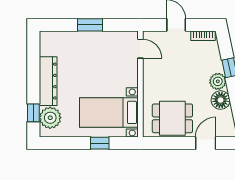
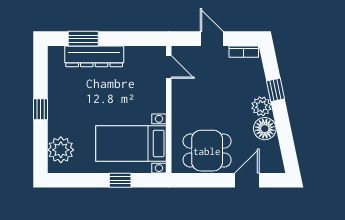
window: (90, 25) -> (83, 39), moved
dresser: (48, 81) -> (94, 56), moved, turned 90
window: (33, 113) -> (41, 109), moved

